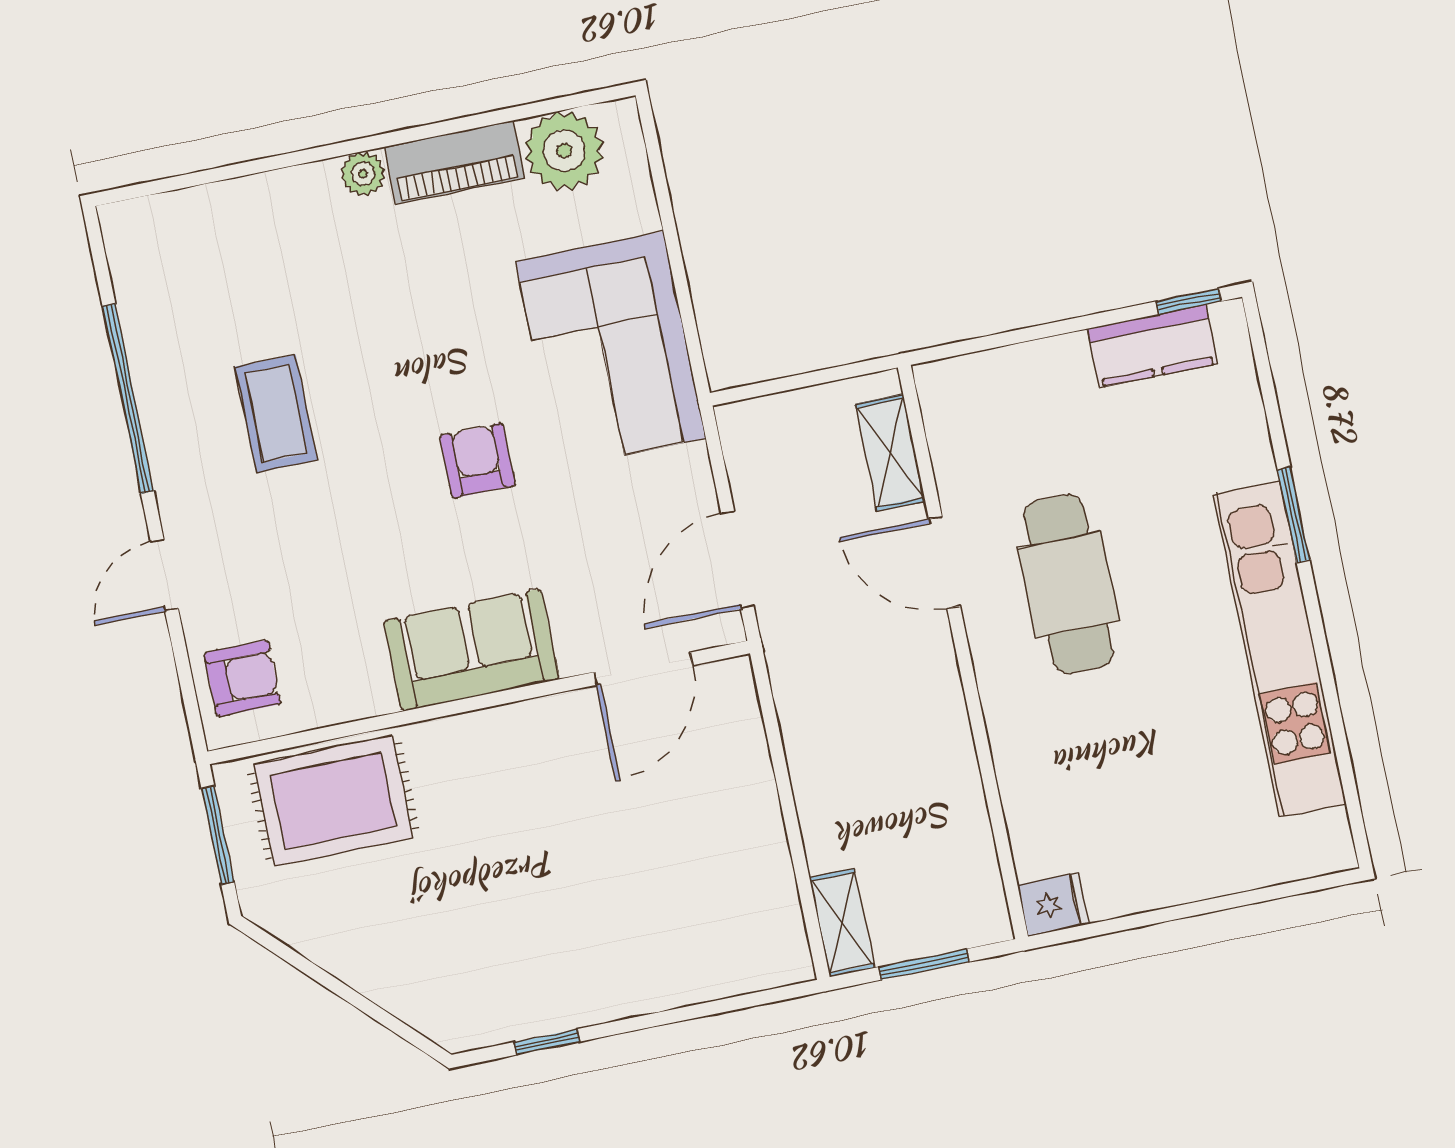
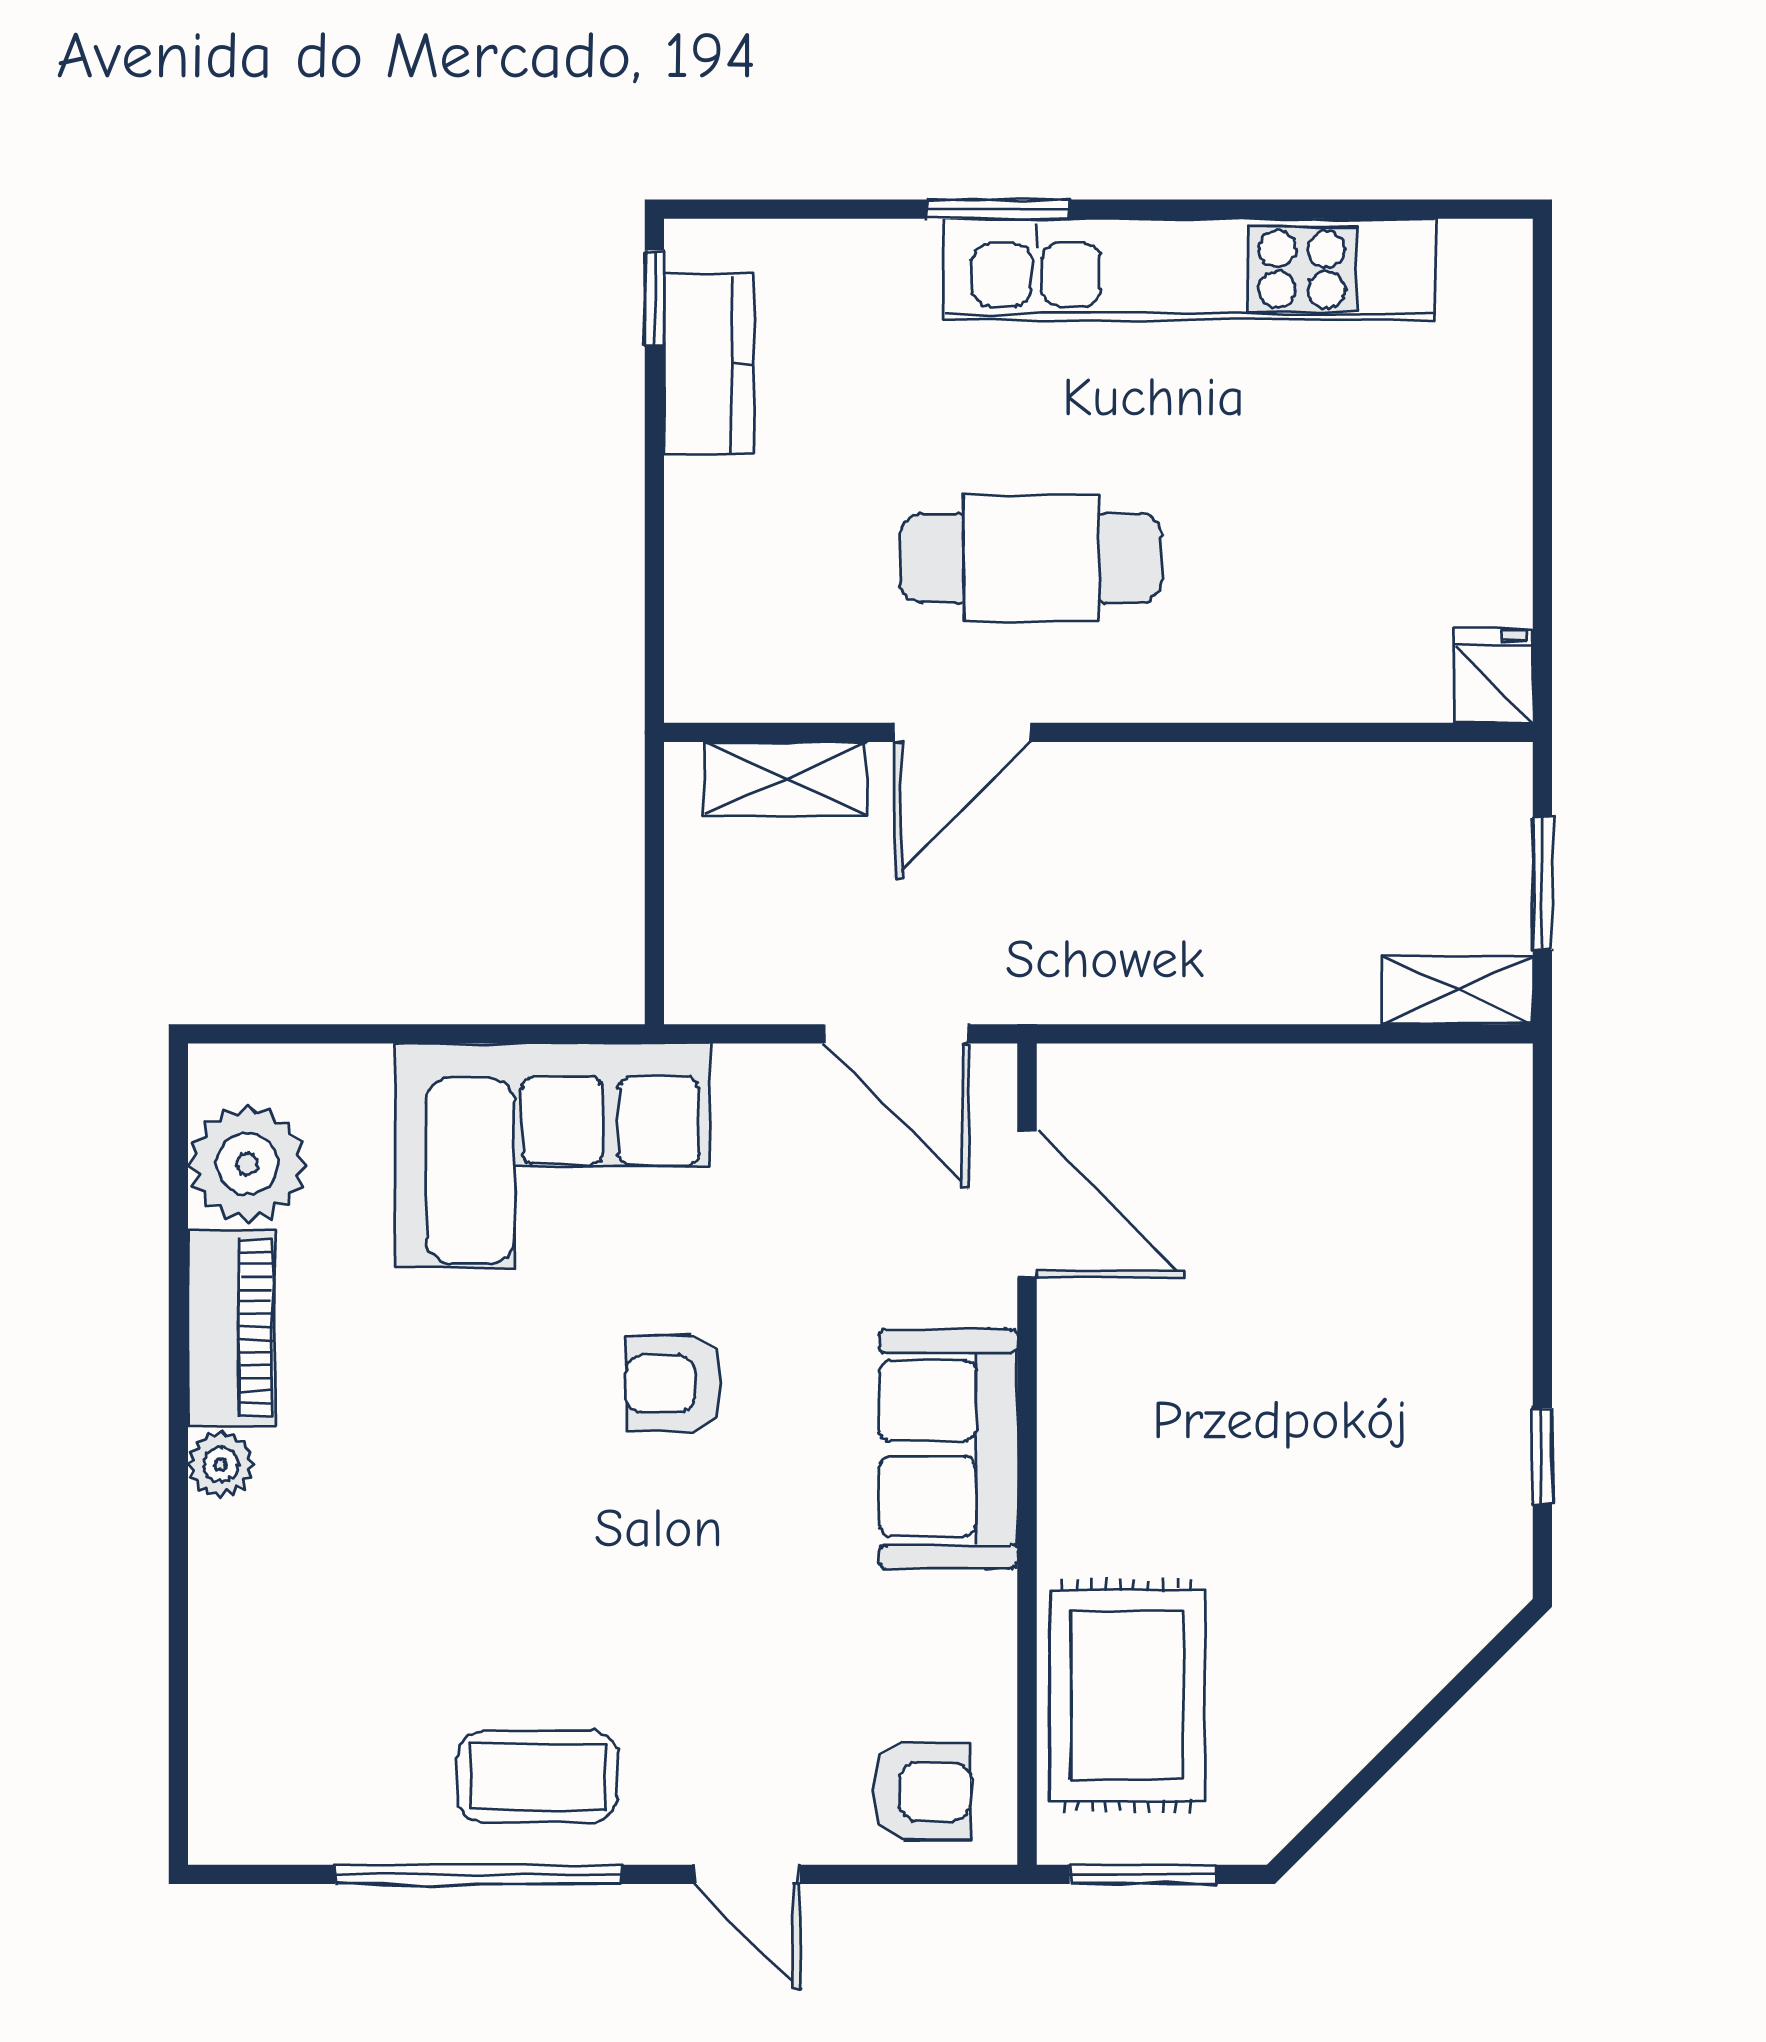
coffee table: (276, 413) -> (537, 1777), moved
armchair: (242, 678) -> (921, 1791), turned 90

